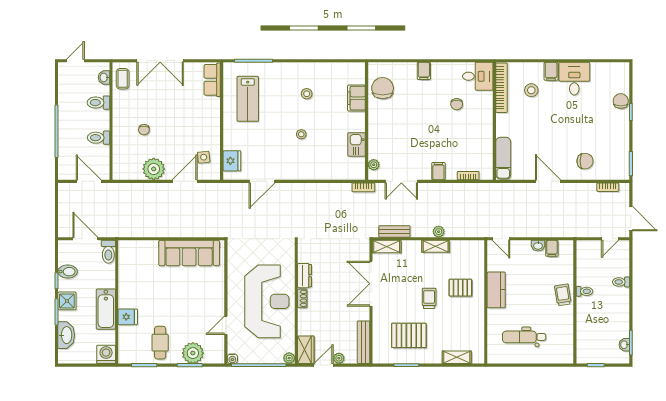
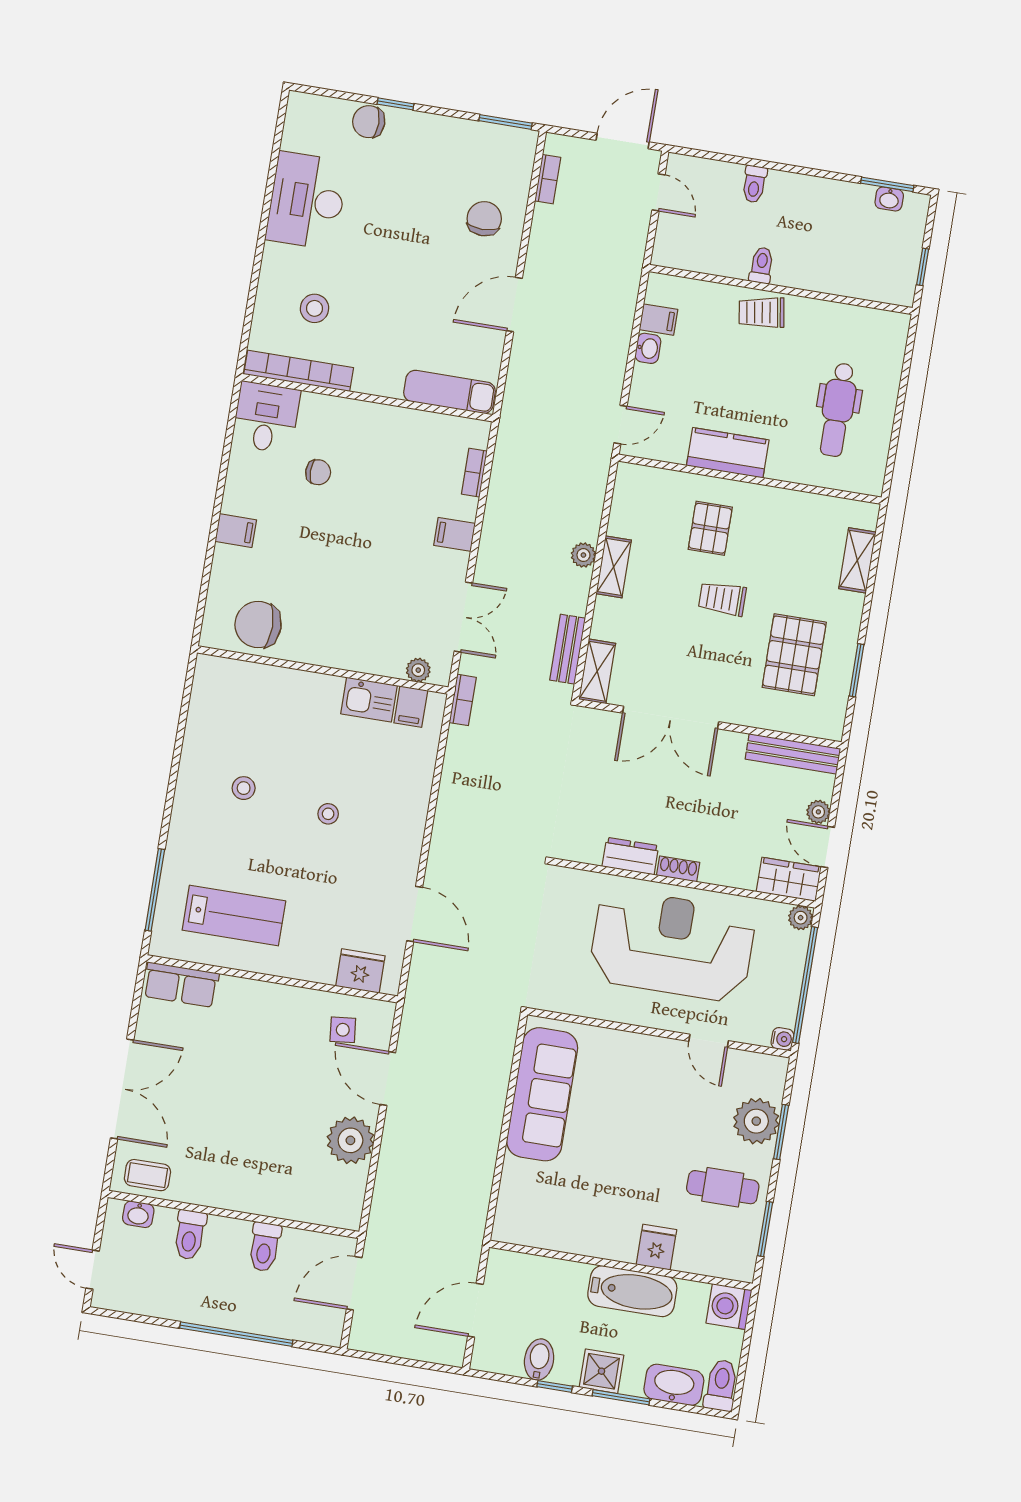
filing cabinet: (551, 71) -> (281, 260), removed
desk: (574, 79) -> (307, 201), width x1.37
filing cabinet: (356, 98) -> (411, 707), moved, width x0.50
chair: (144, 130) -> (263, 1147), removed
toilet: (108, 252) -> (721, 1385), moved, turned -90

